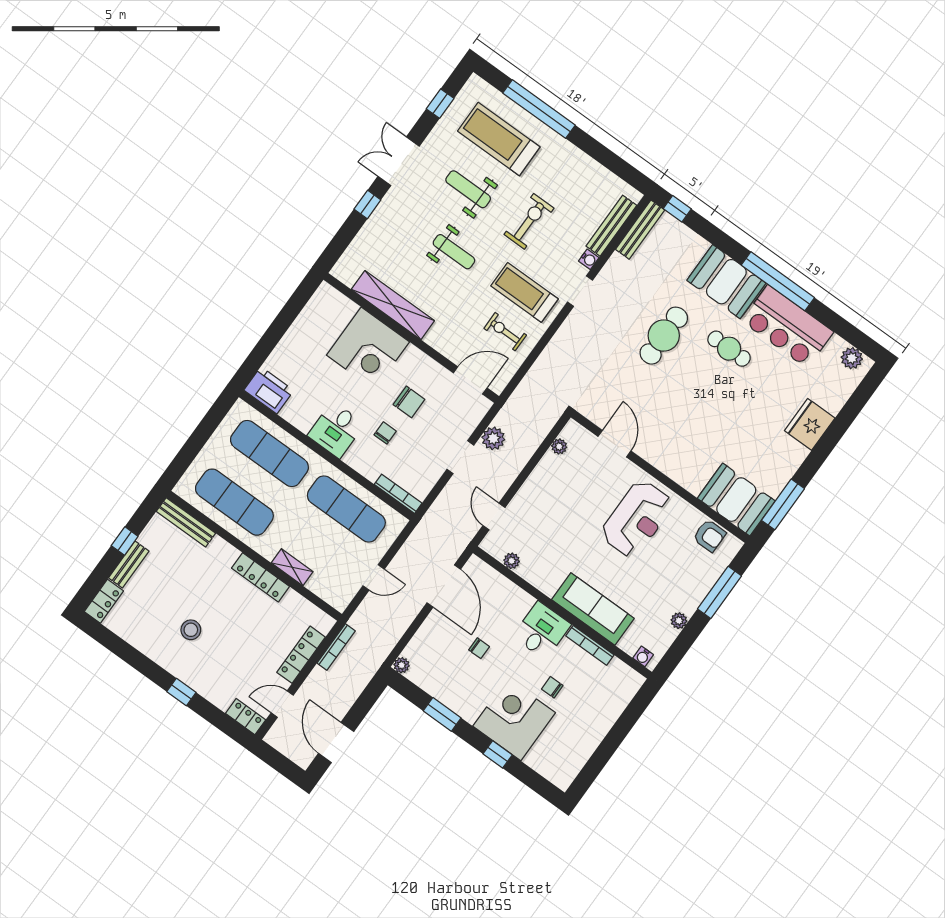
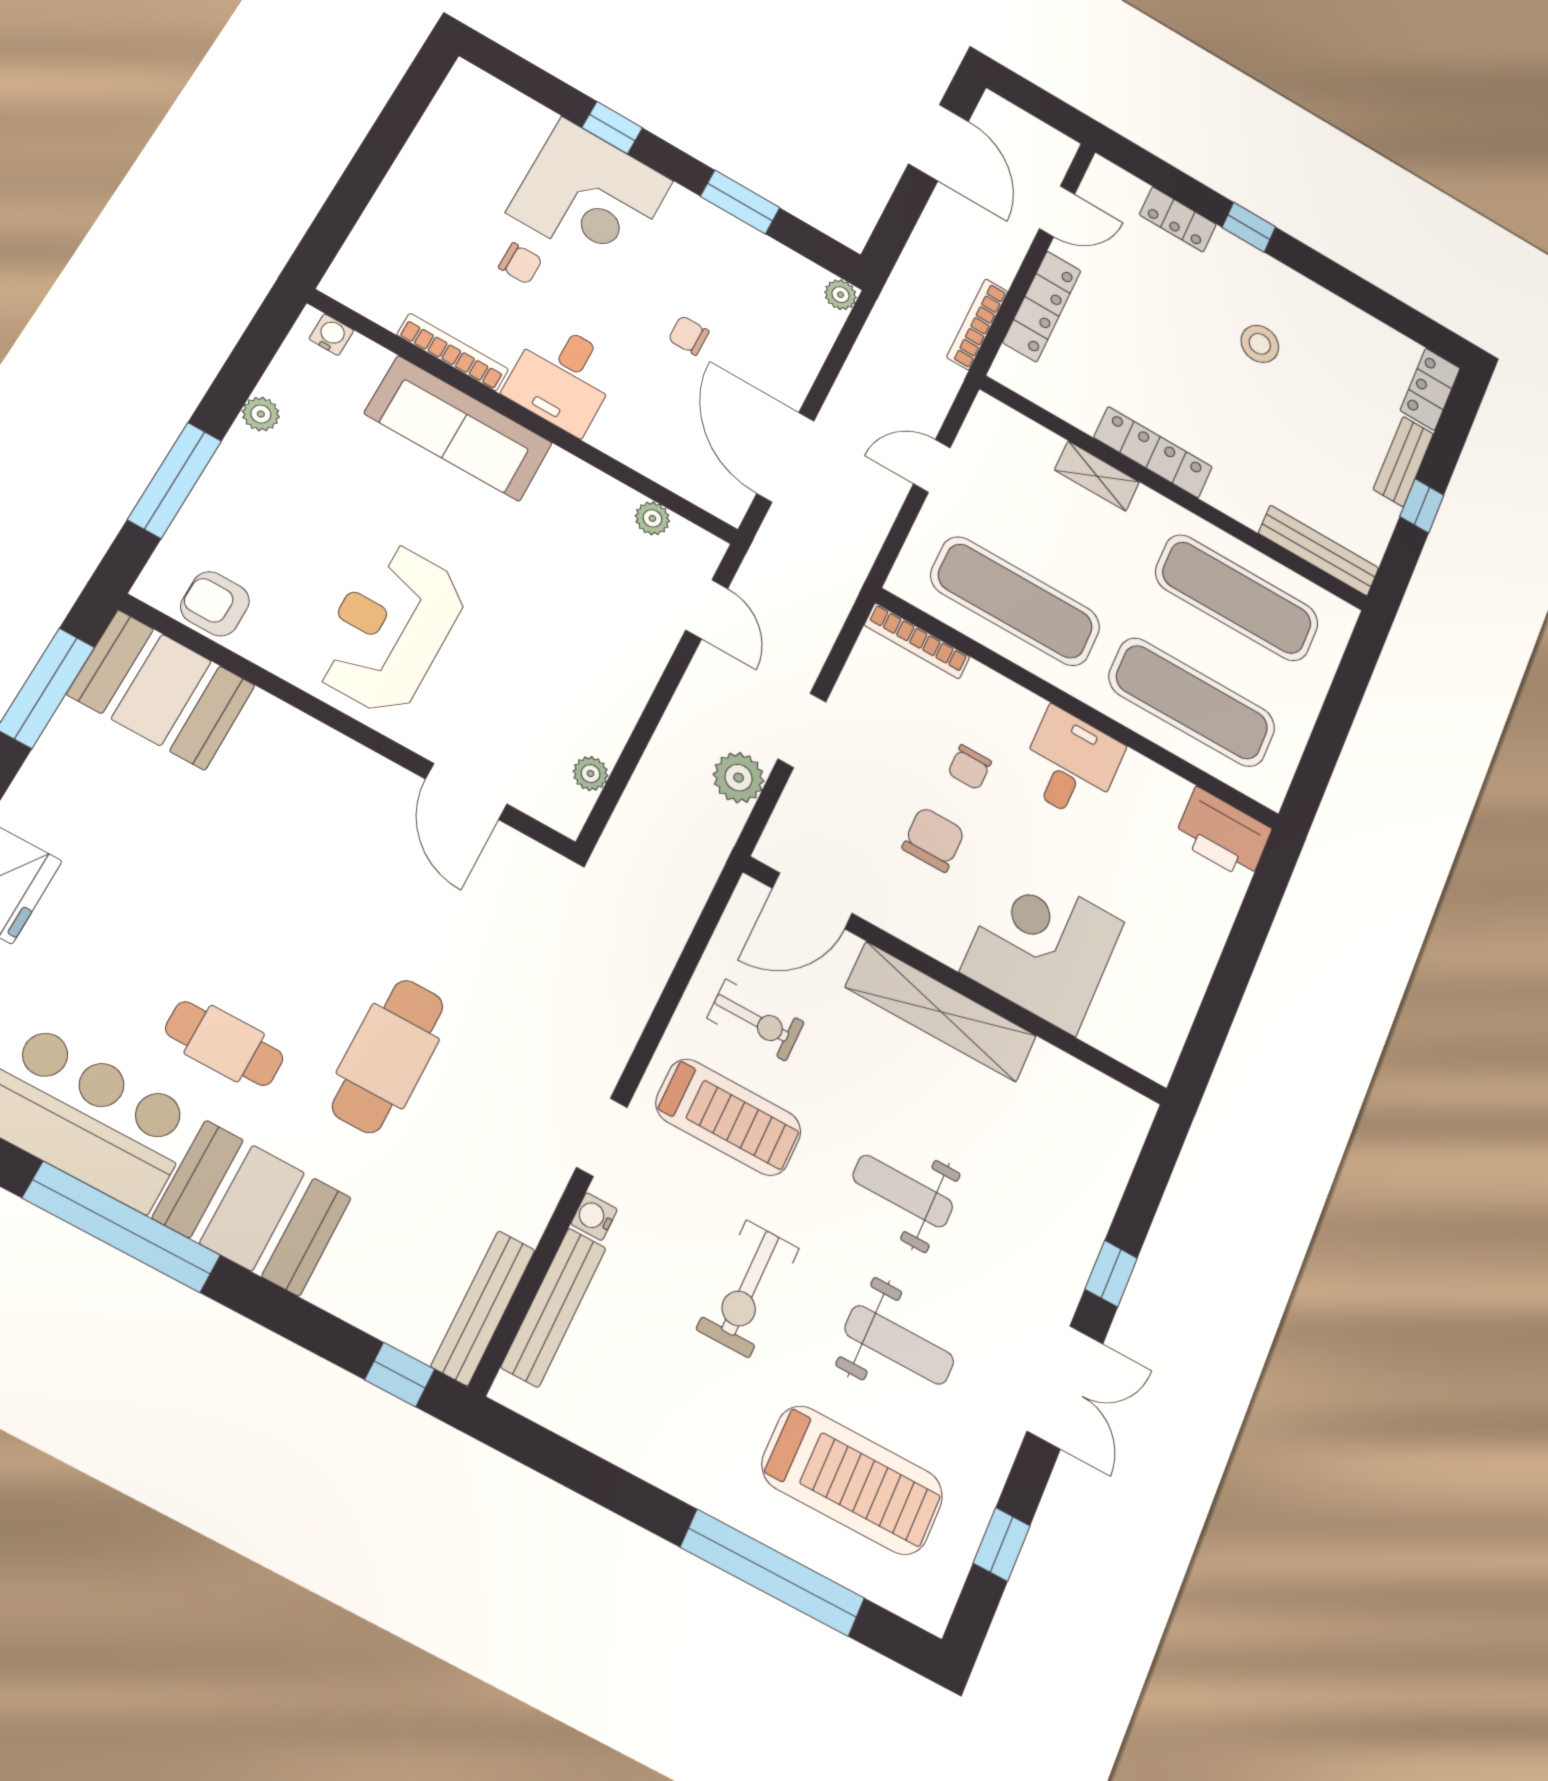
shelving: (393, 305) -> (941, 1012), moved
chair: (409, 402) -> (934, 839), turned 90
locker: (246, 717) -> (1178, 219), moved

